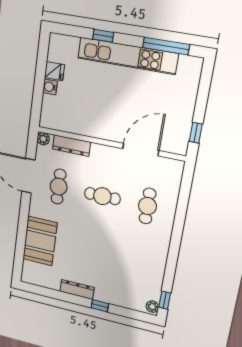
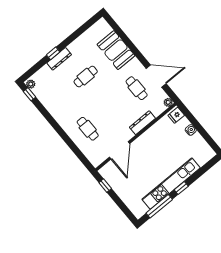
window: (103, 36) -> (181, 188), moved
fridge: (54, 71) -> (176, 115), moved
dresser: (71, 146) -> (142, 123), moved
cafe table: (102, 196) -> (86, 77), moved
dresser: (77, 289) -> (59, 59), moved

